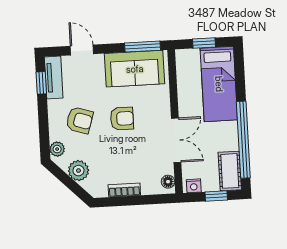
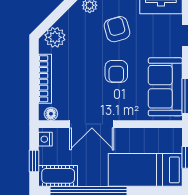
armchair: (79, 120) -> (117, 29), turned 146
plant: (78, 171) -> (55, 37), moved
bookcase: (124, 190) -> (45, 79), width x1.56

